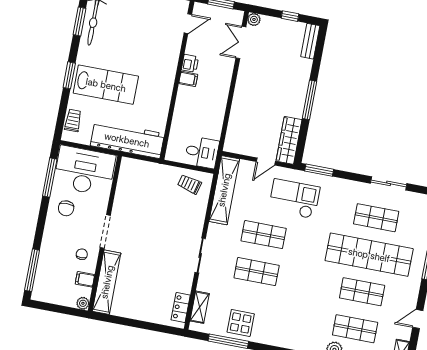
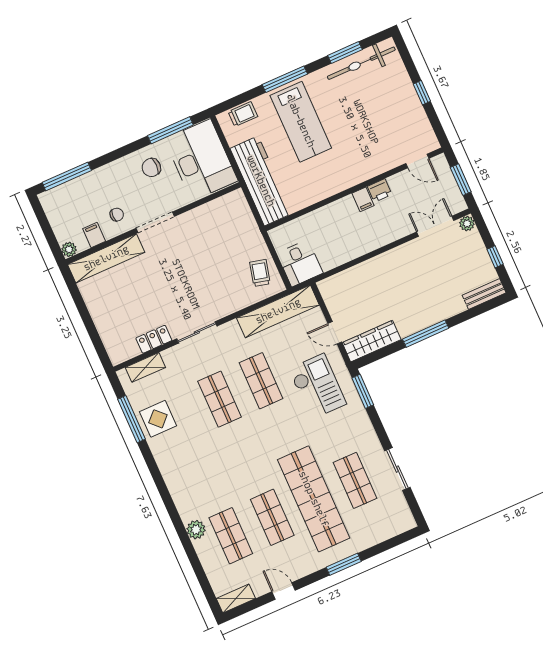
window: (69, 75) -> (285, 79), width x1.44
locker: (181, 307) -> (154, 339), moved

